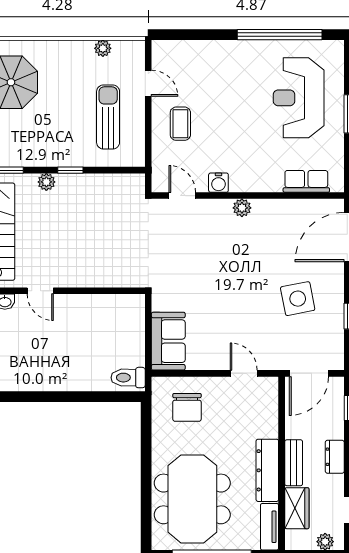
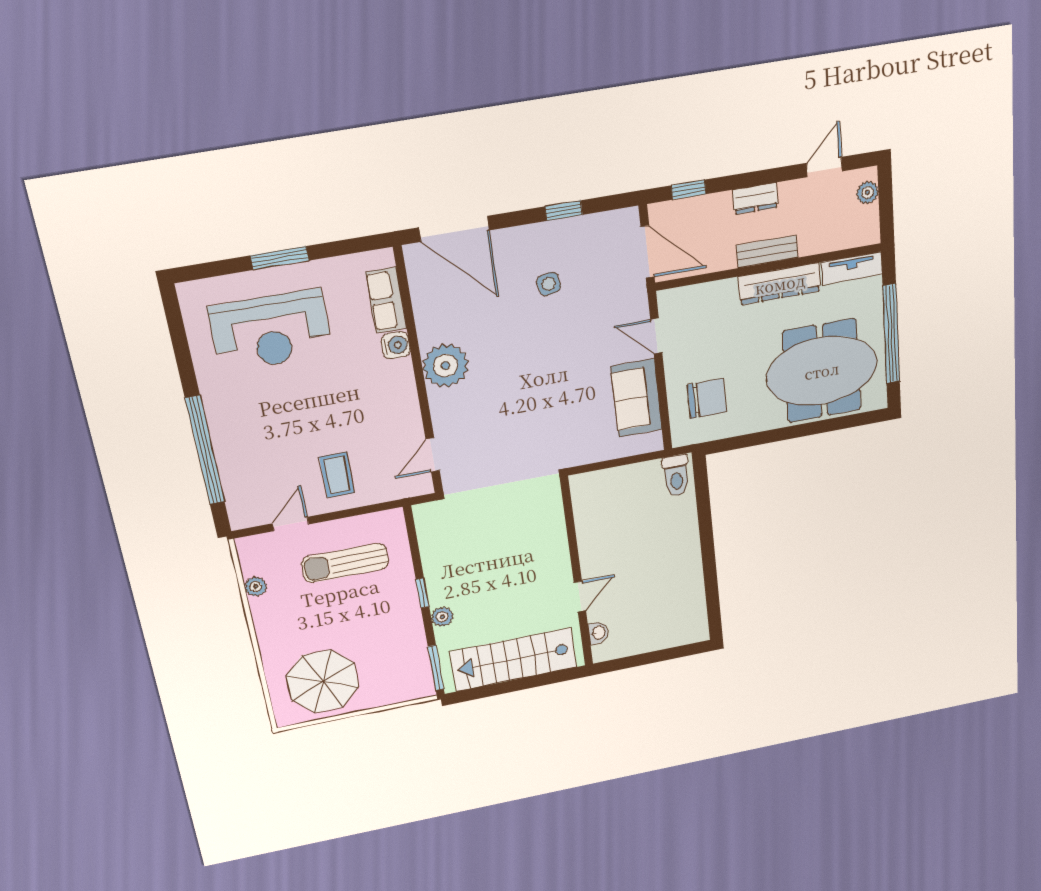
window: (280, 35) -> (205, 450), moved
coffee table: (180, 124) -> (337, 475), turned 90
water cooler: (218, 183) -> (396, 345), moved
plant: (242, 208) -> (446, 366), width x1.88, depth x1.88
side table: (298, 299) -> (549, 284), width x0.54, depth x0.54
sofa: (168, 341) -> (637, 398), moved, turned -90
door: (244, 373) -> (656, 336), hinge flipped
wardrobe: (297, 508) -> (826, 237), removed

